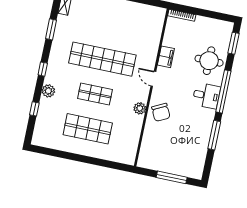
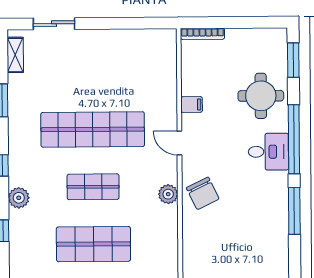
filing cabinet: (166, 57) -> (192, 104), width x0.50

